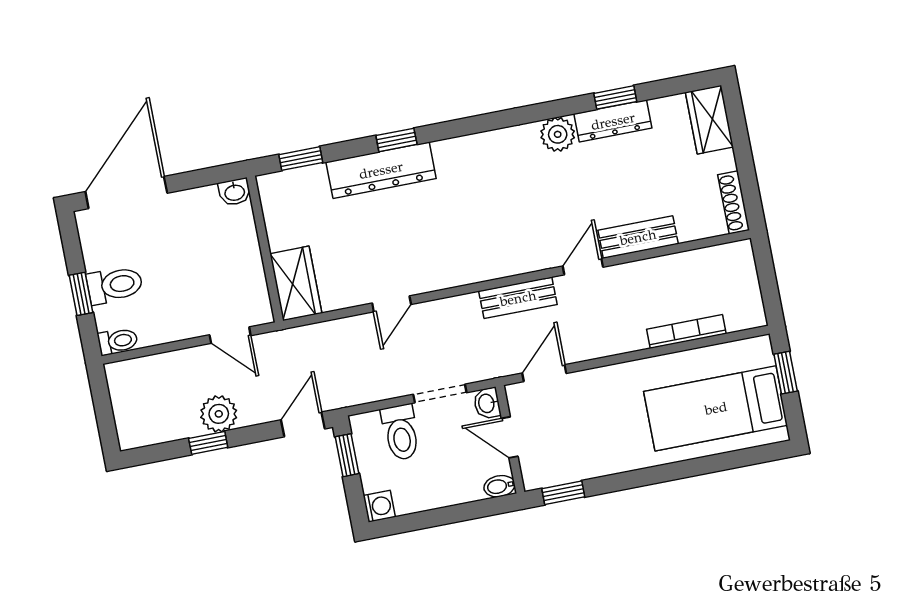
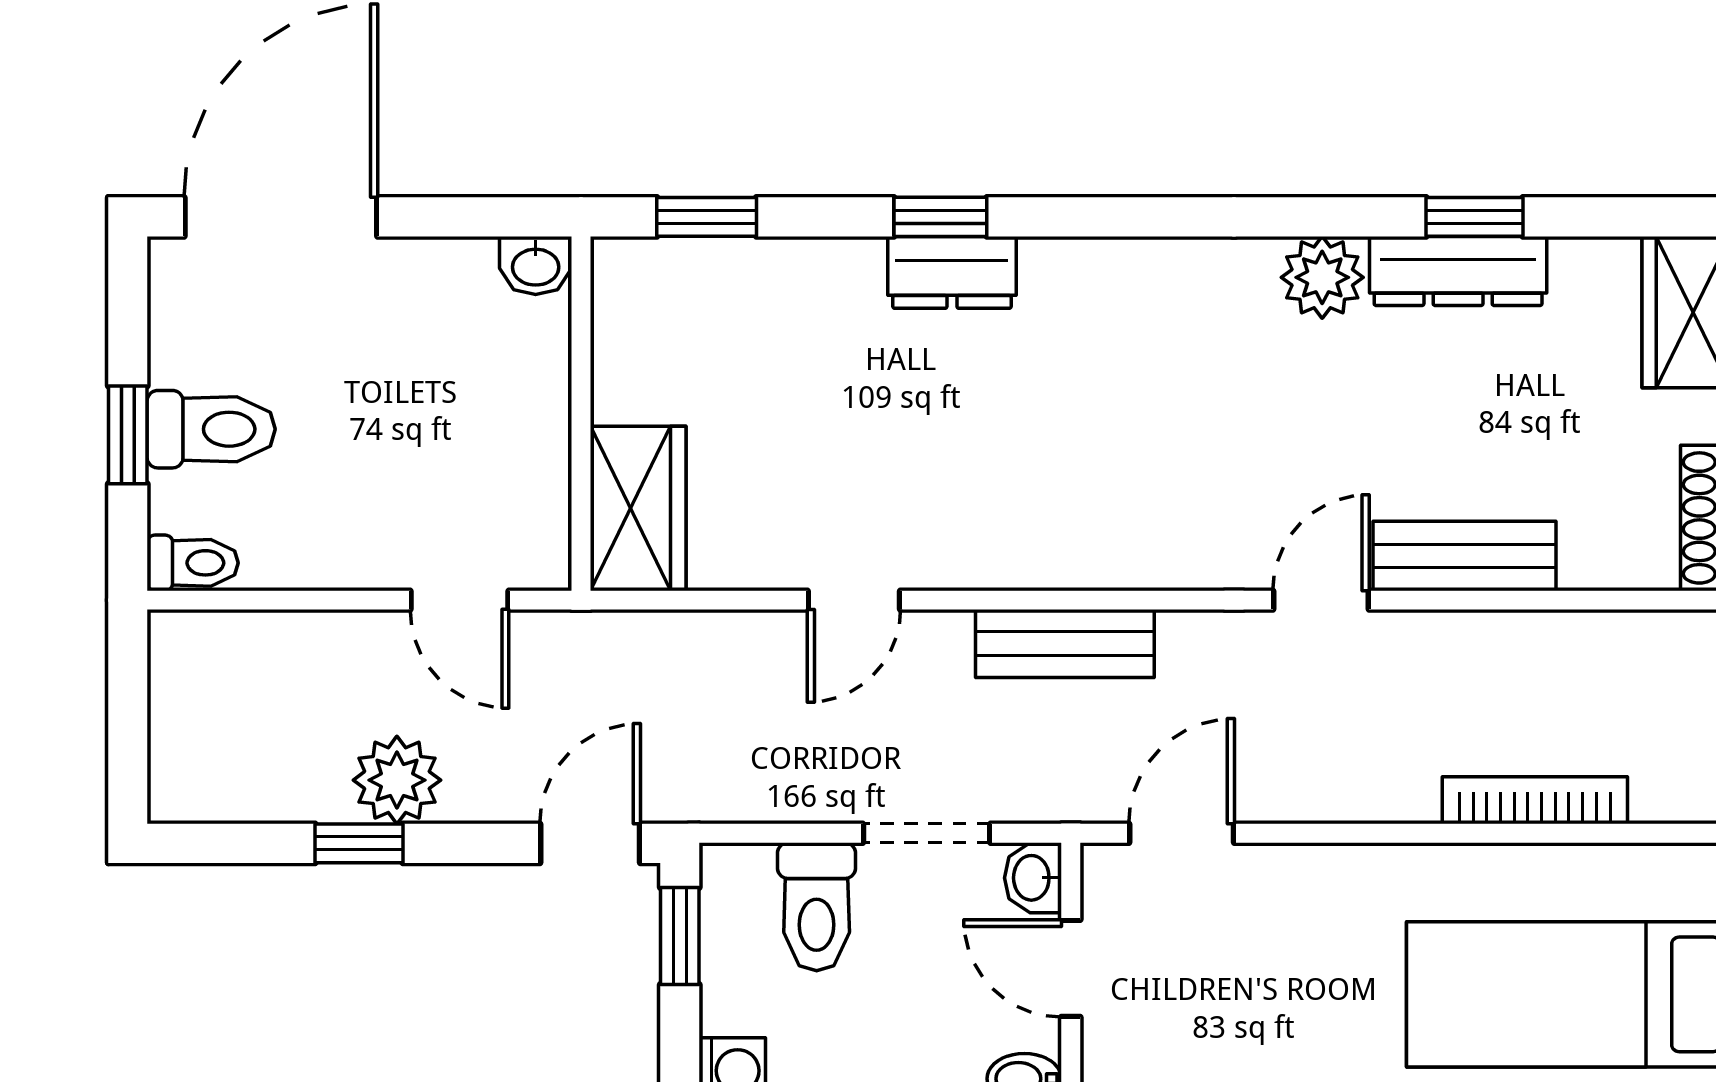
dresser: (381, 170) -> (952, 272), width x0.51, depth x0.80
bench: (518, 298) -> (1065, 643), moved

